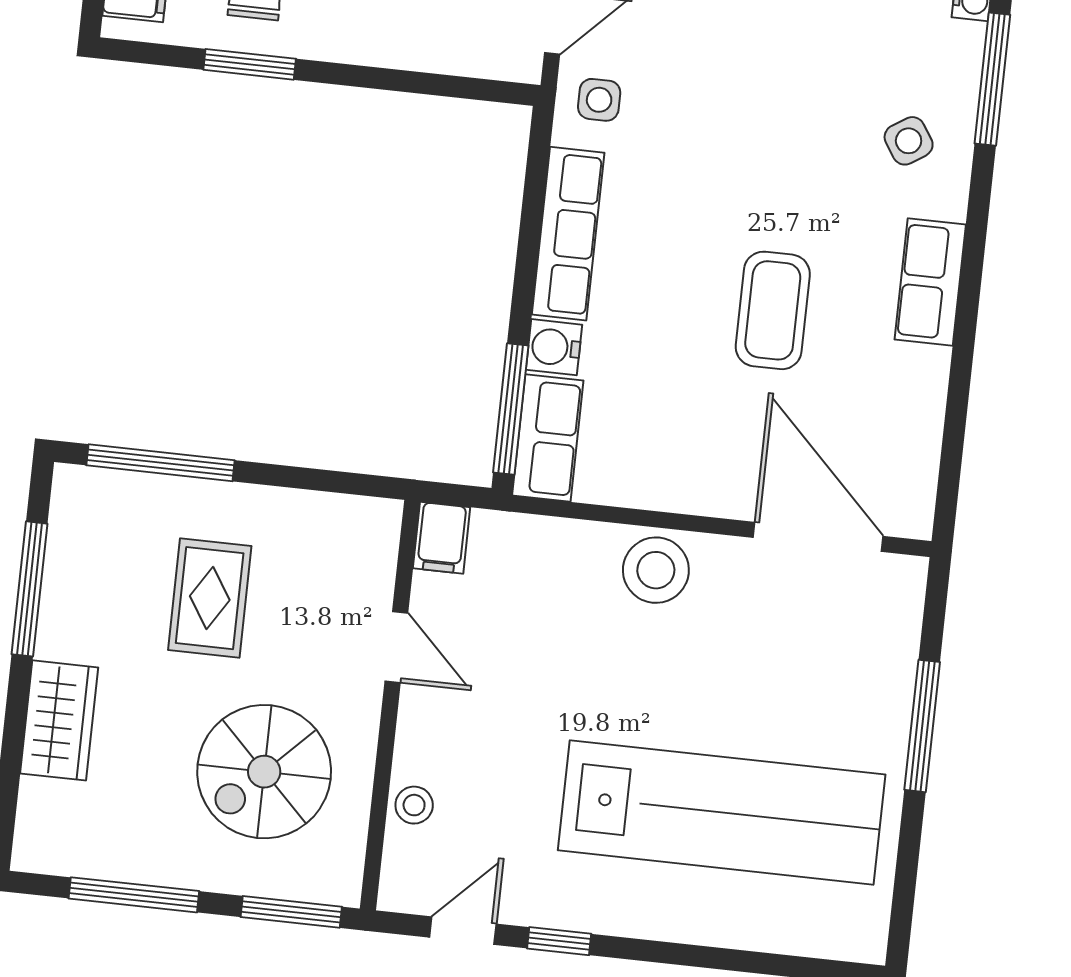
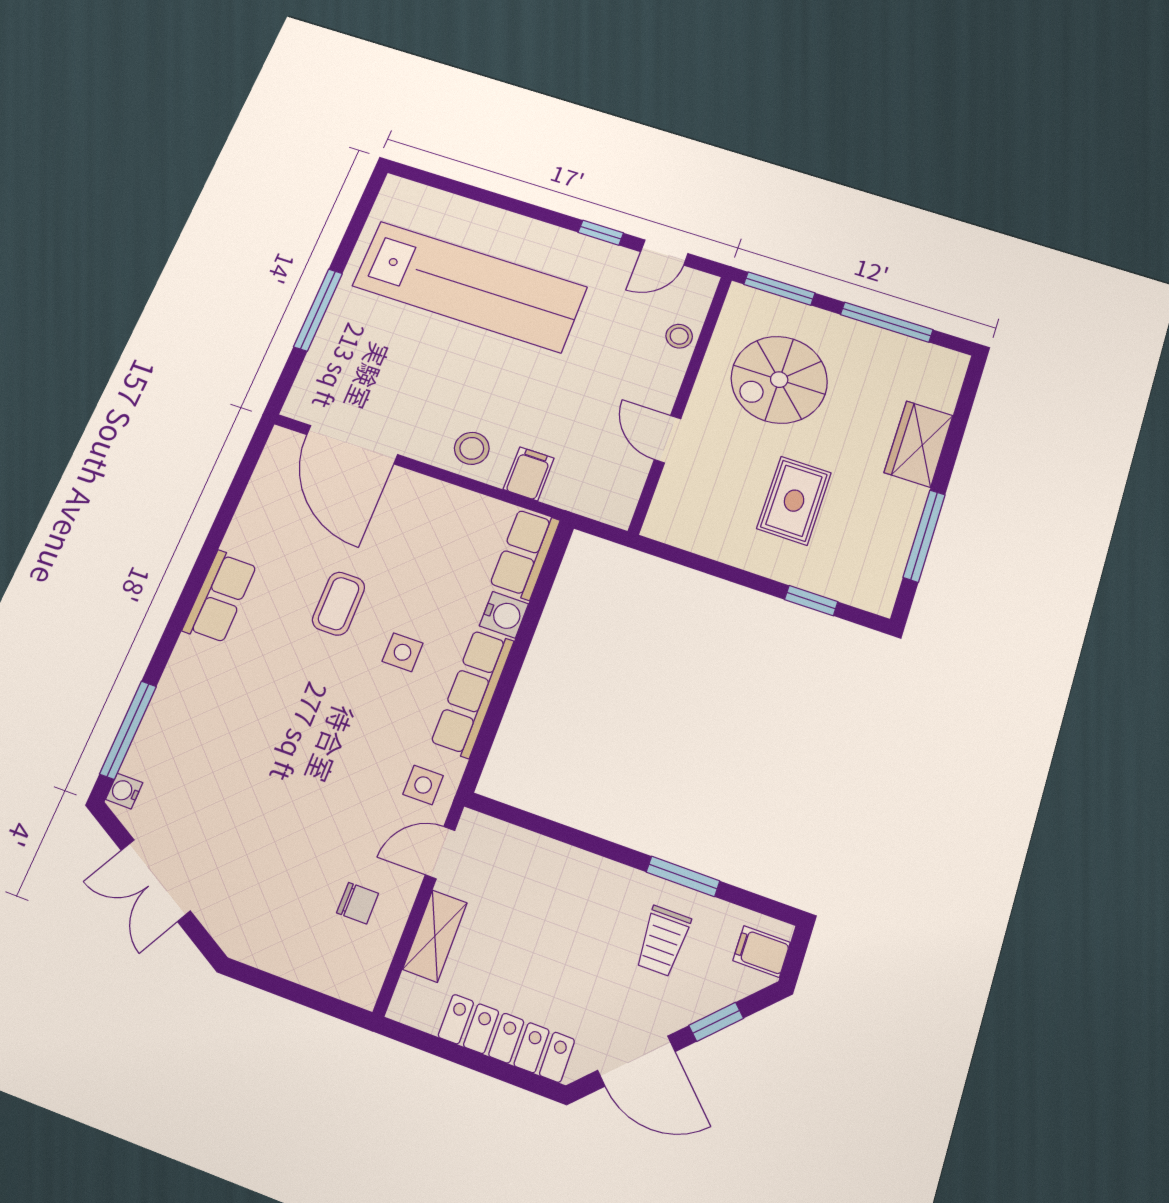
side table: (909, 141) -> (403, 652), moved, turned 33
coffee table: (773, 310) -> (339, 604), width x0.73, depth x0.77
window: (511, 409) -> (546, 579), removed
window: (160, 463) -> (811, 601), width x0.46
filing cabinet: (442, 538) -> (529, 474), moved
stool: (656, 570) -> (472, 448), width x0.73, depth x0.73
spiral stairs: (264, 772) -> (779, 380), turned 180
lab bench: (722, 812) -> (470, 286), turned 180

